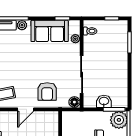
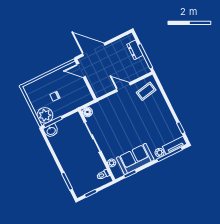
armchair: (47, 92) -> (113, 110), removed
washbasin: (104, 101) -> (51, 131), moved
door: (26, 109) -> (123, 87), hinge flipped

